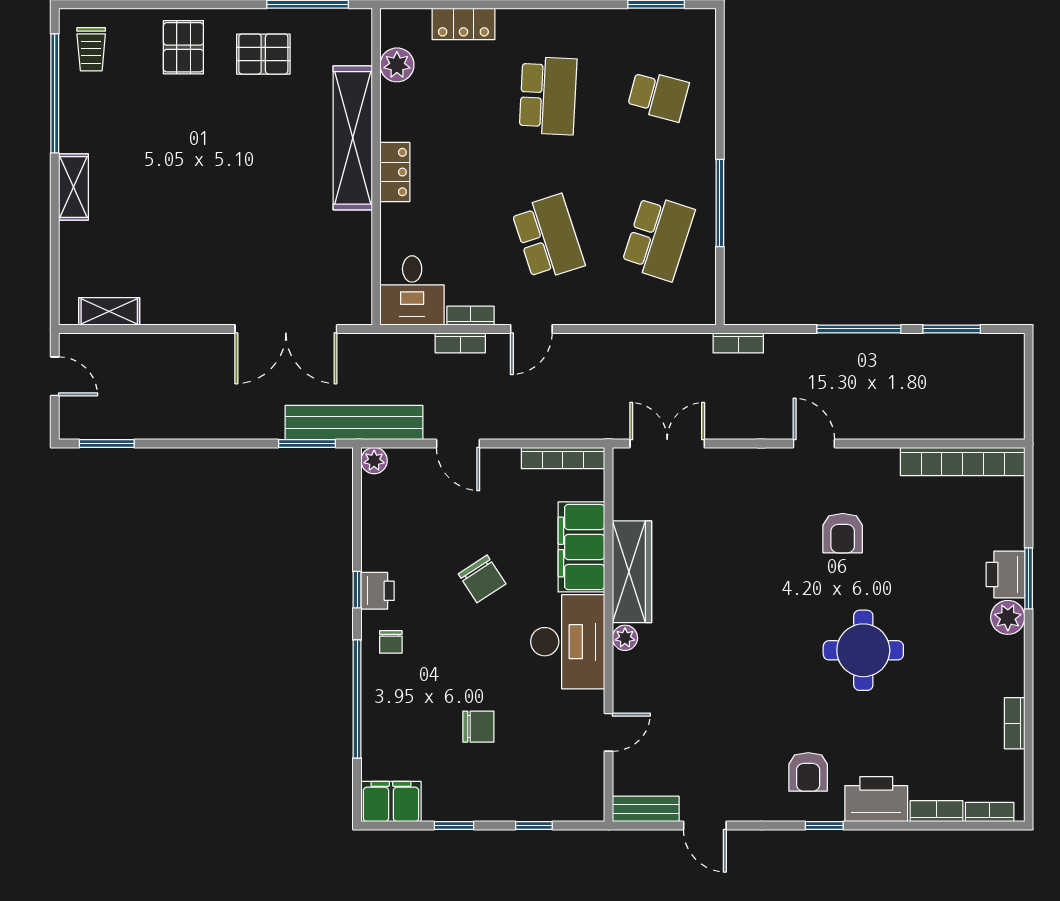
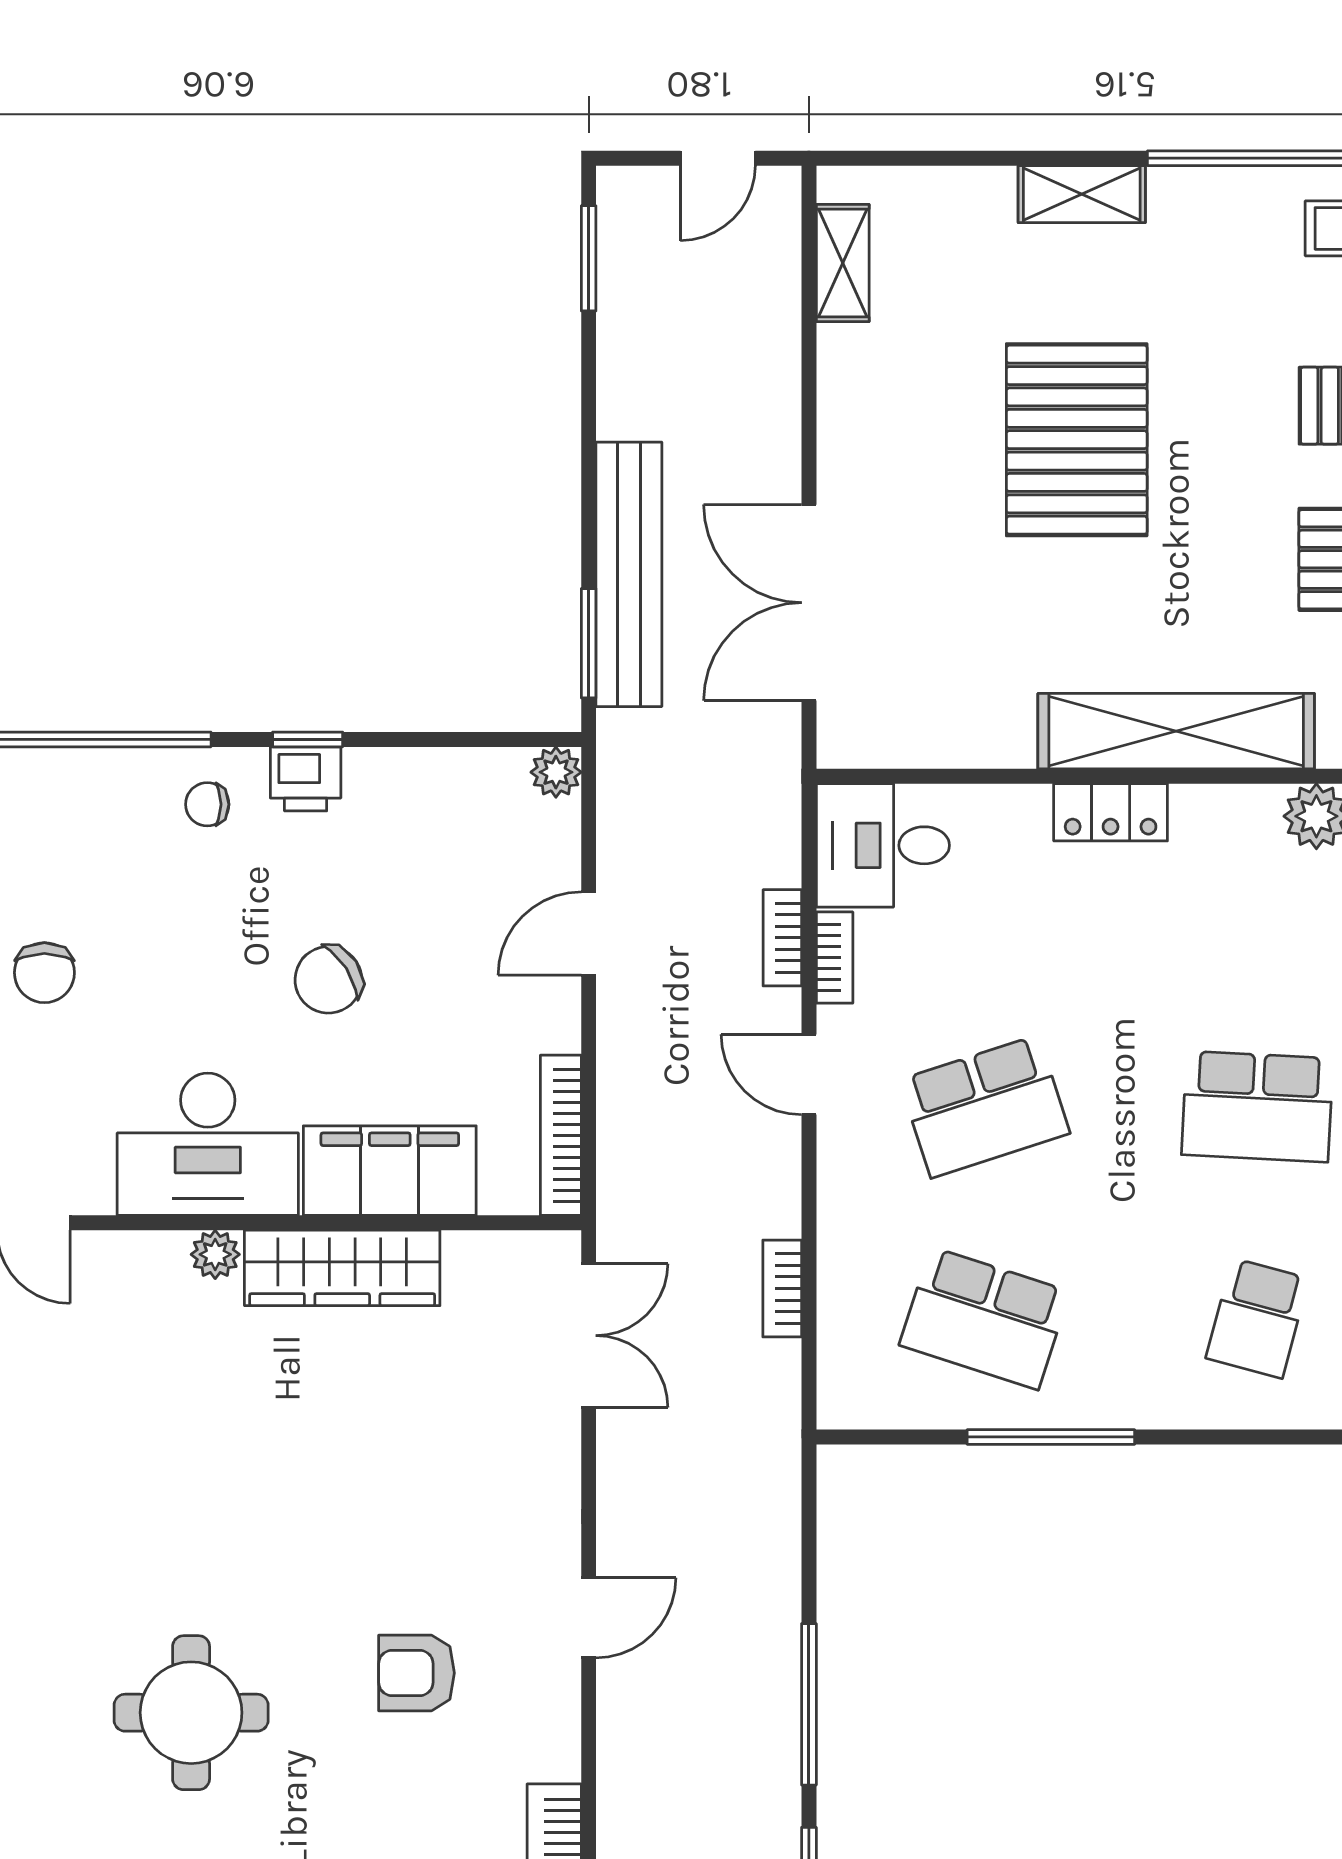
pallet: (201, 190) -> (1077, 440), added
bookcase: (738, 343) -> (782, 1288), moved
bench: (354, 423) -> (629, 574), moved

